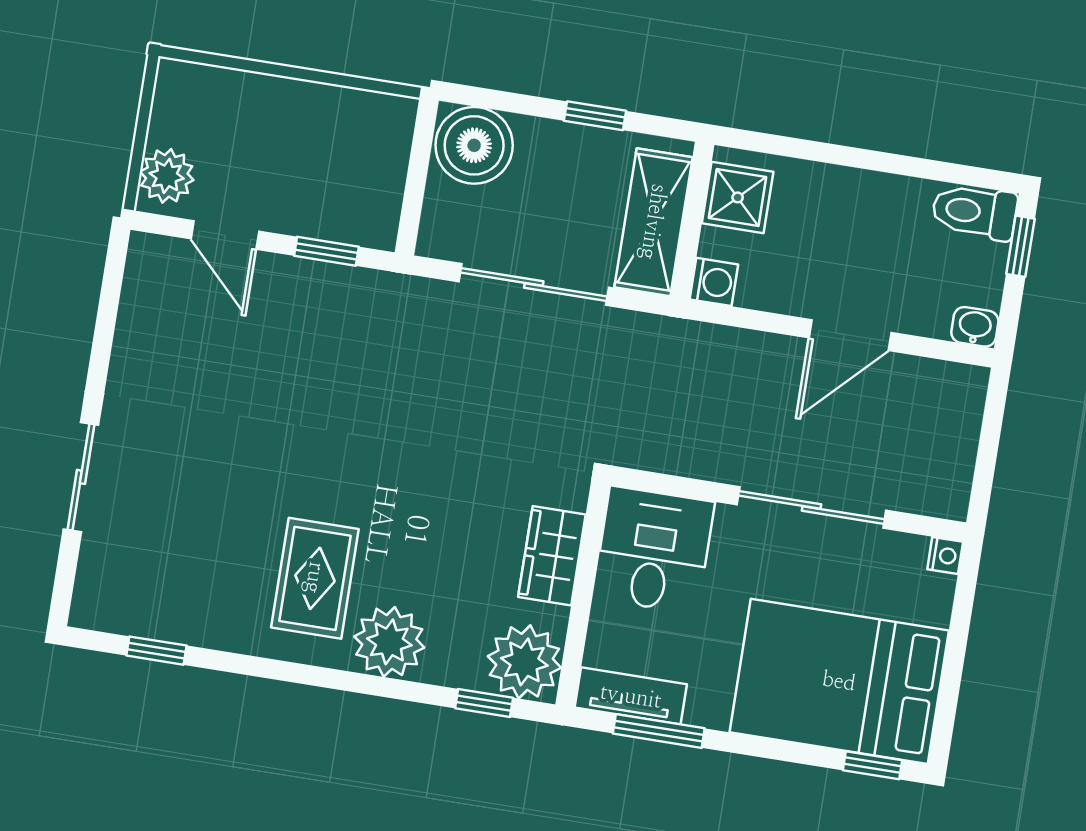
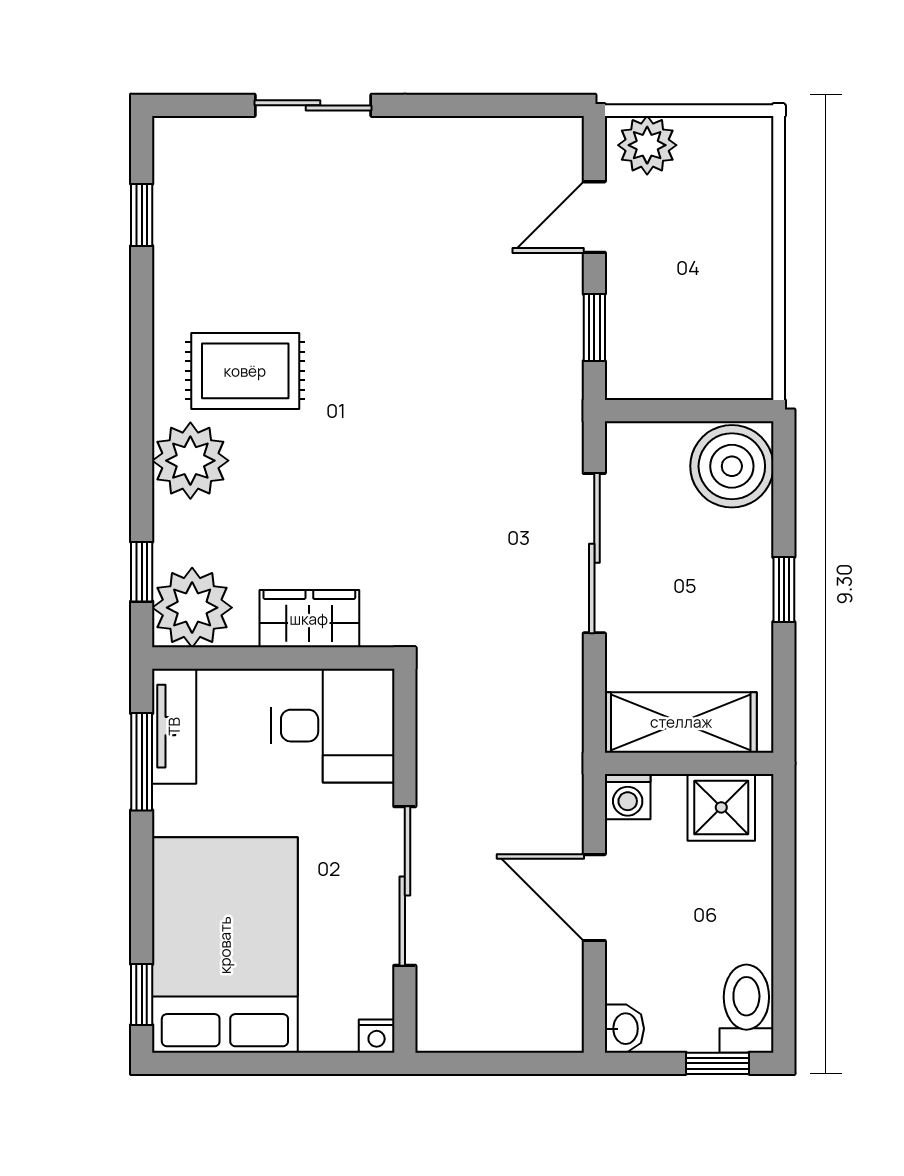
shower: (738, 197) -> (721, 807), moved
wall: (692, 221) -> (689, 763), moved
shelving: (654, 222) -> (681, 722), moved
washing machine: (714, 282) -> (628, 797), moved

